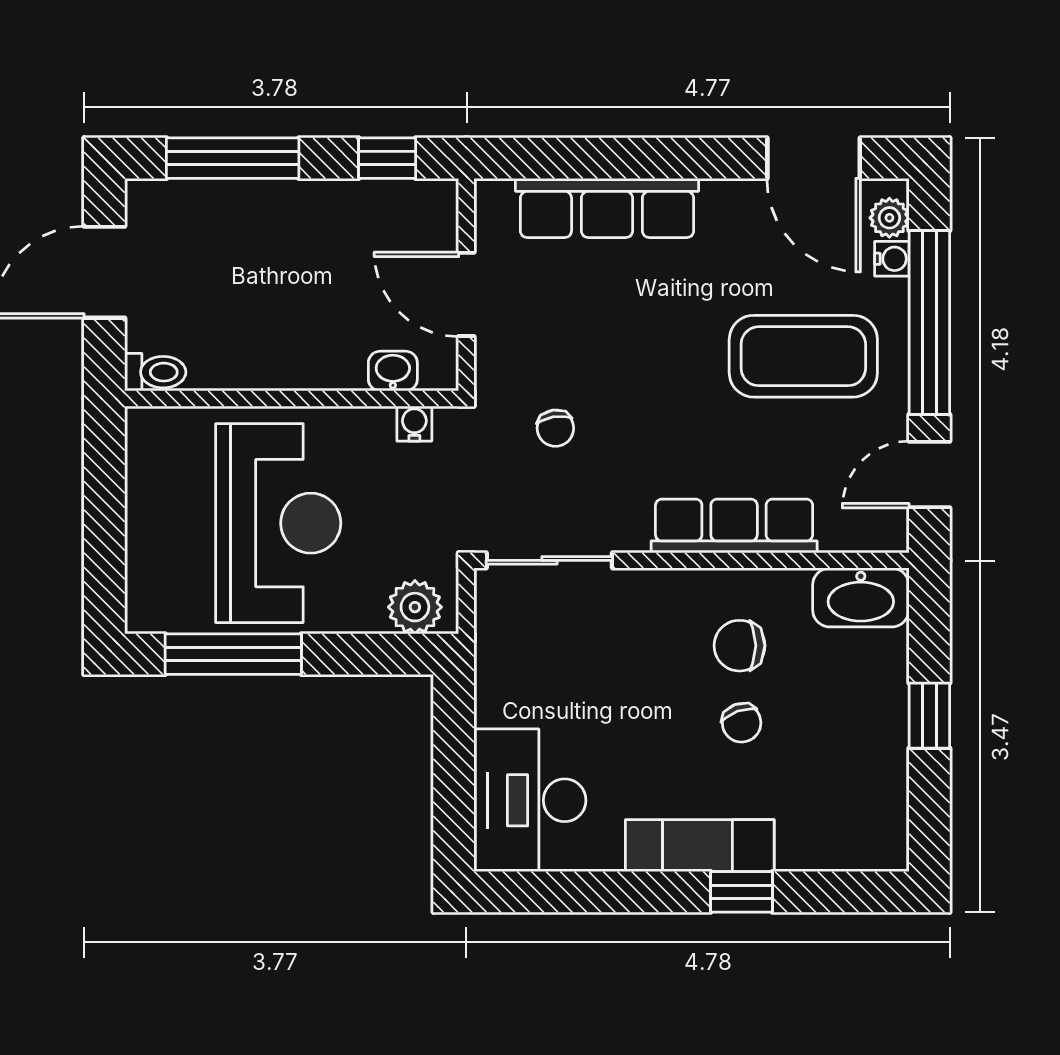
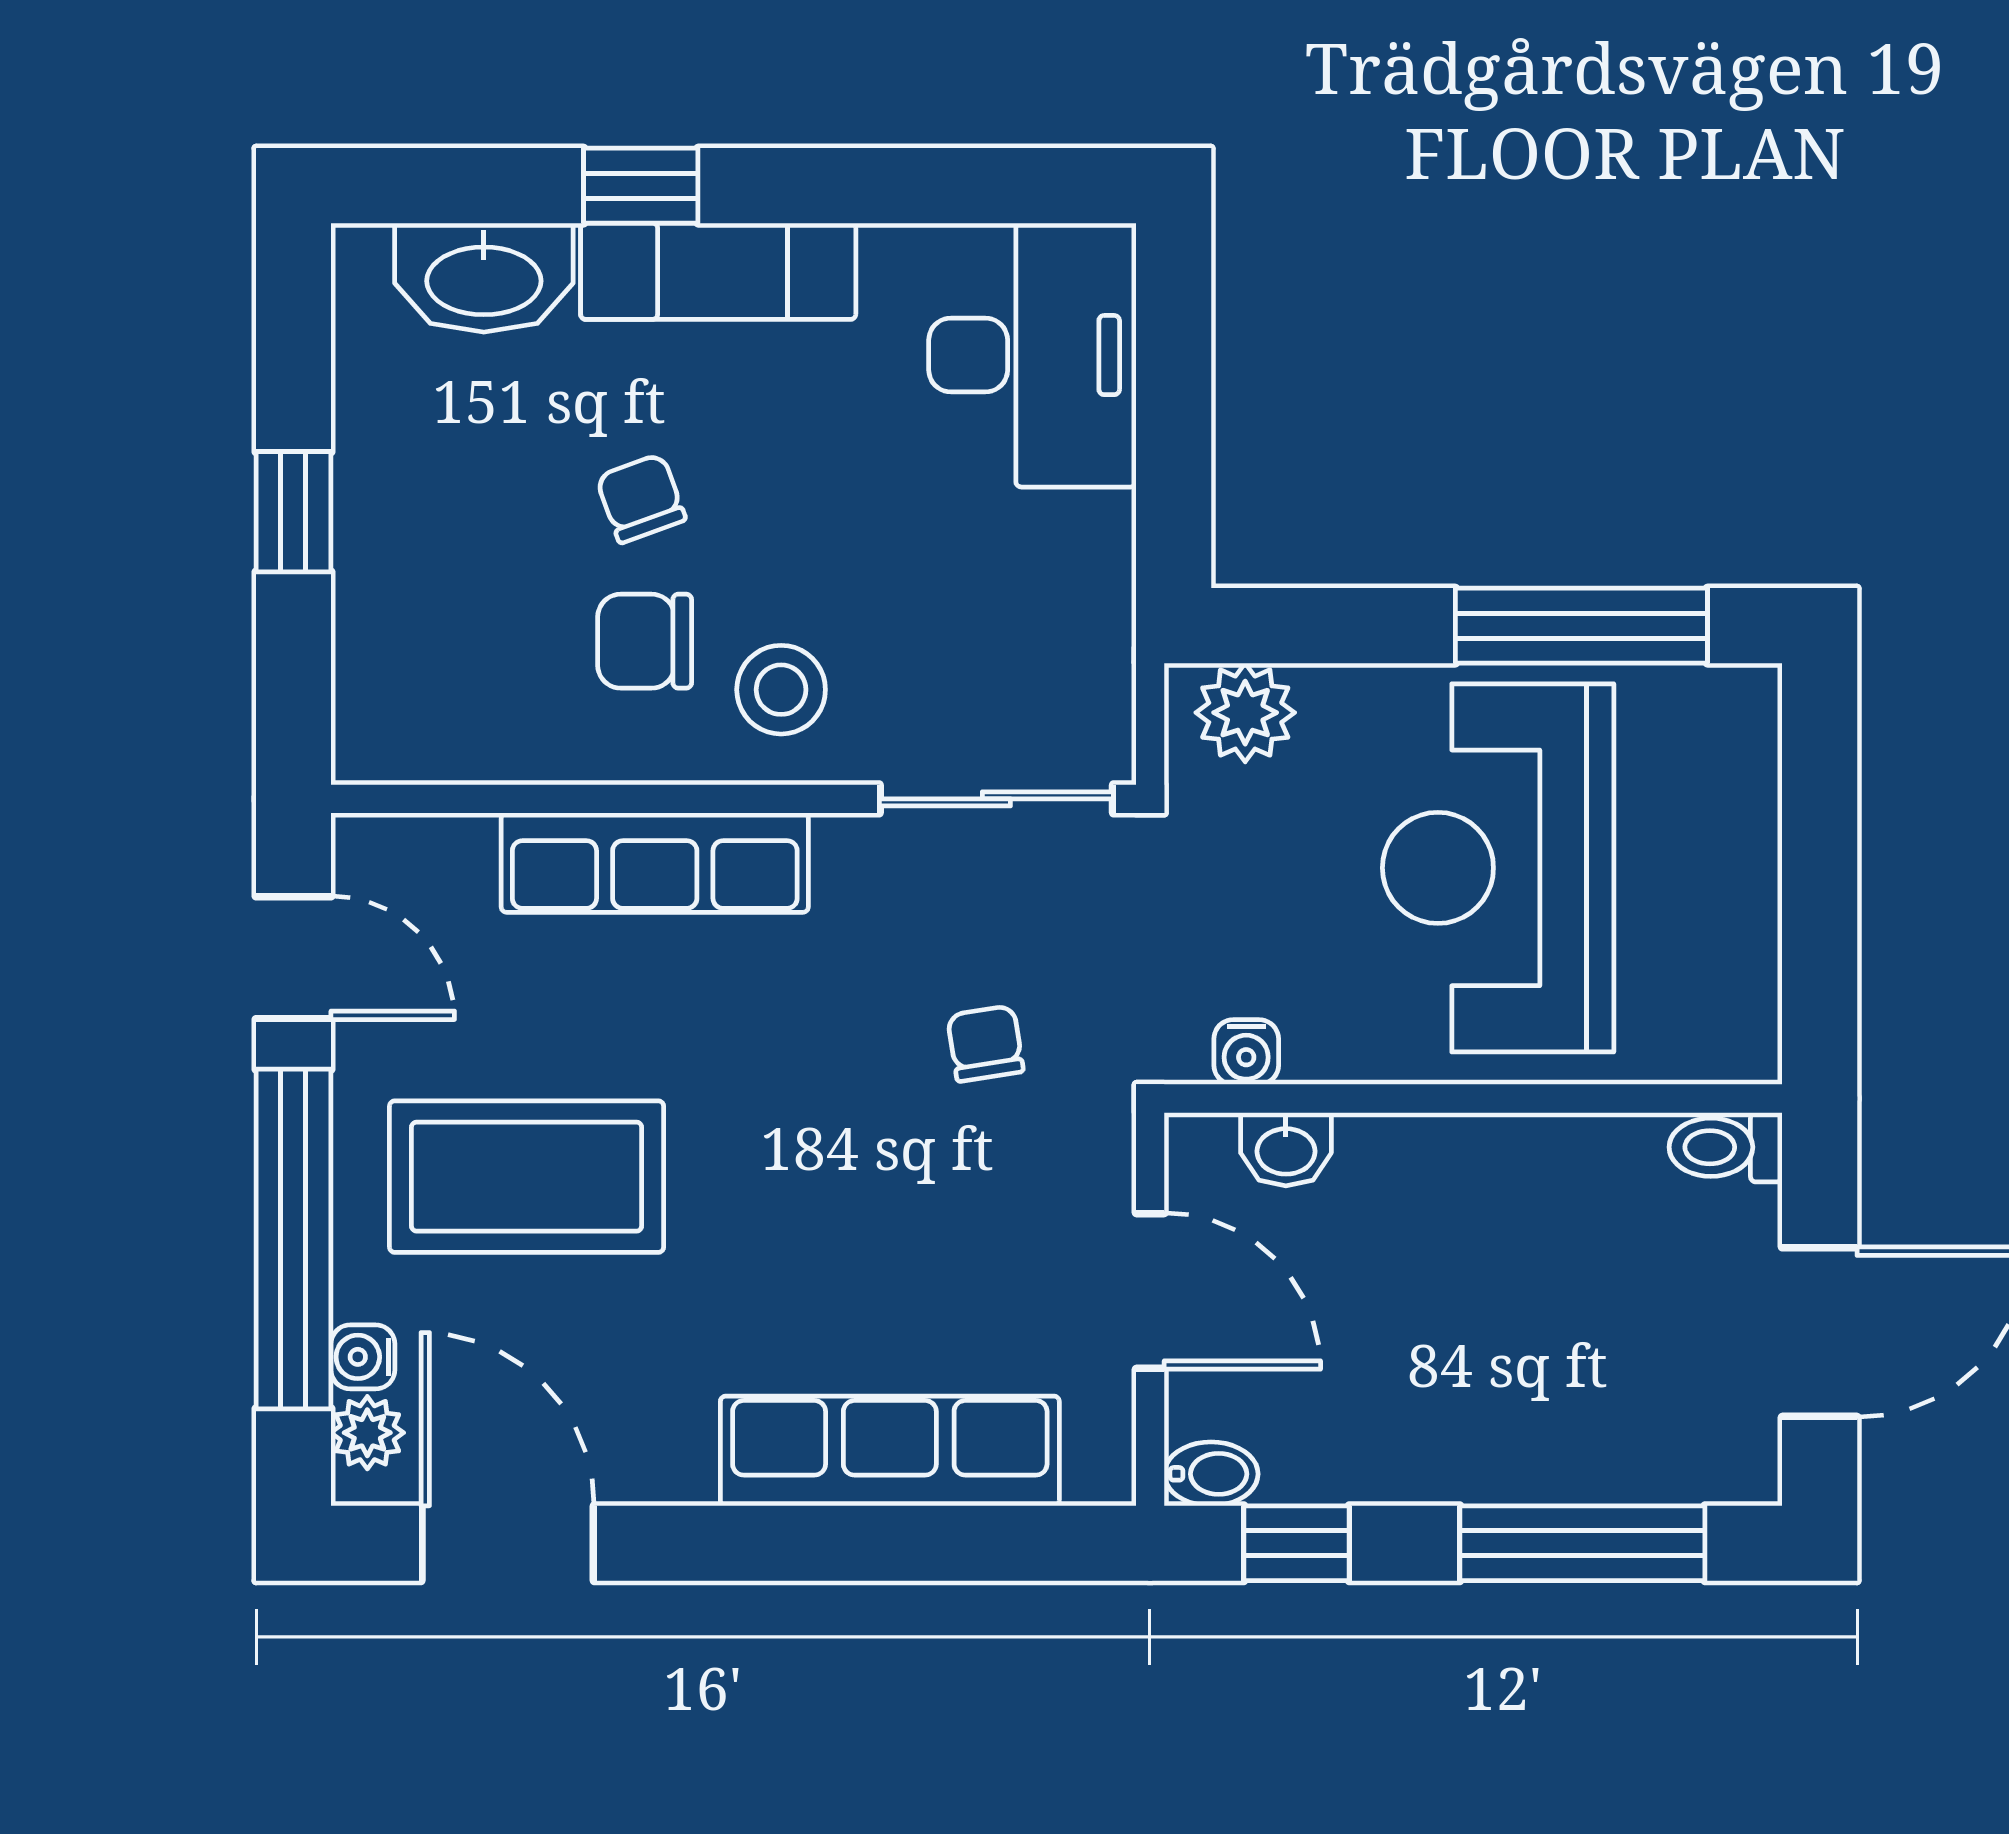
bidet: (433, 196) -> (1211, 1474), added
door: (929, 475) -> (293, 958), hinge flipped
washbasin: (861, 597) -> (484, 278), moved, turned 180
stool: (666, 619) -> (781, 690), added
chair: (740, 646) -> (645, 641), turned 180

